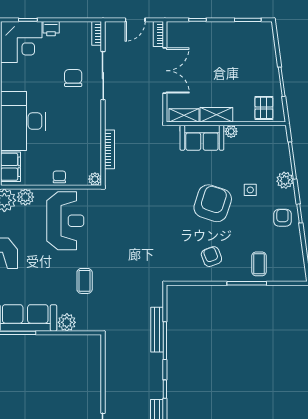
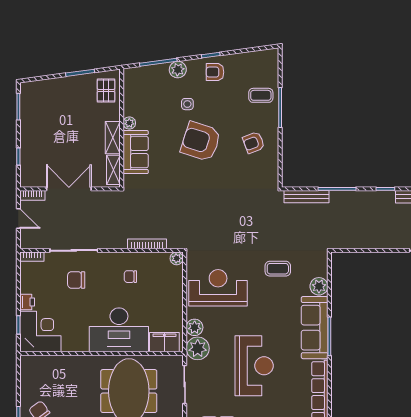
pallet: (264, 108) -> (106, 90), turned 90
chair: (59, 177) -> (130, 277), moved
bench: (157, 330) -> (307, 197), moved

